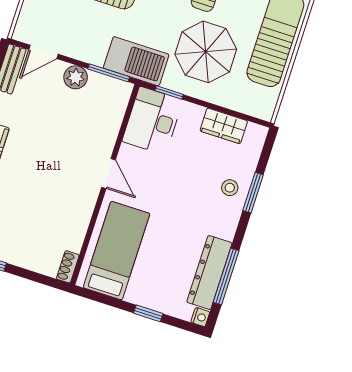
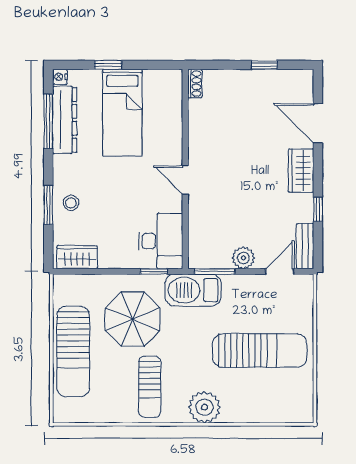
wardrobe: (224, 126) -> (77, 257), moved
bed: (117, 251) -> (122, 113), moved

